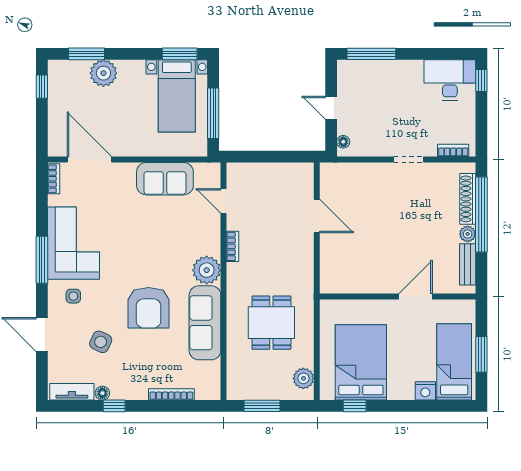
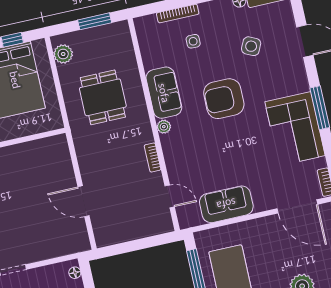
plant: (207, 270) -> (164, 127), width x0.53, depth x0.53
side table: (73, 296) -> (193, 41), moved
armchair: (149, 308) -> (224, 99), moved, turned -90
sofa: (205, 323) -> (164, 93), width x0.73

